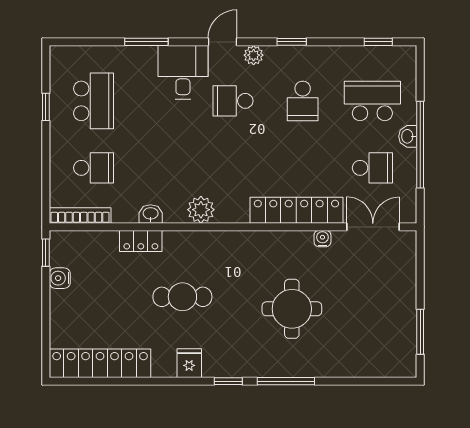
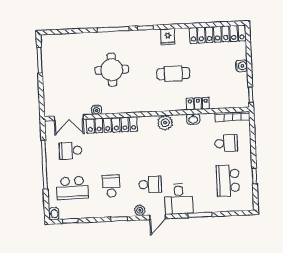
washbasin: (408, 136) -> (54, 214), moved
school desk: (94, 168) -> (226, 143), turned 180
water cooler: (60, 278) -> (241, 66), moved

